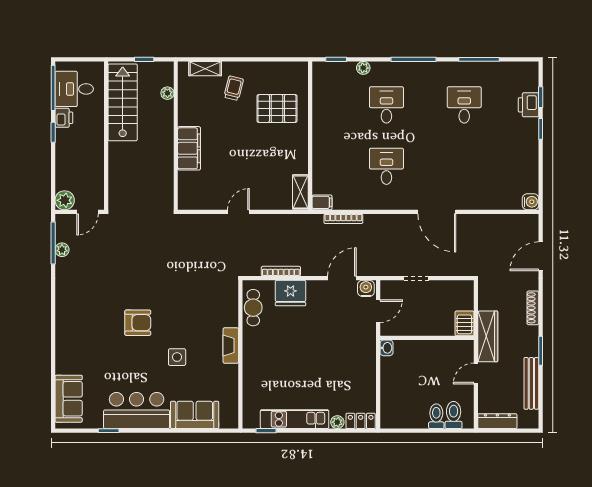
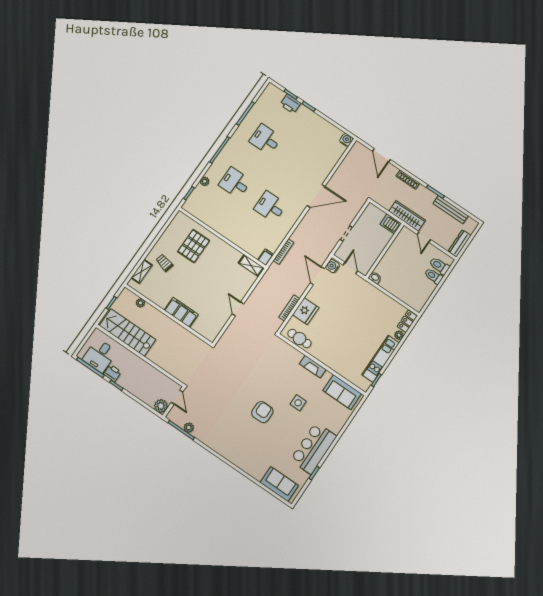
sofa: (195, 415) -> (342, 392), moved, turned -90

